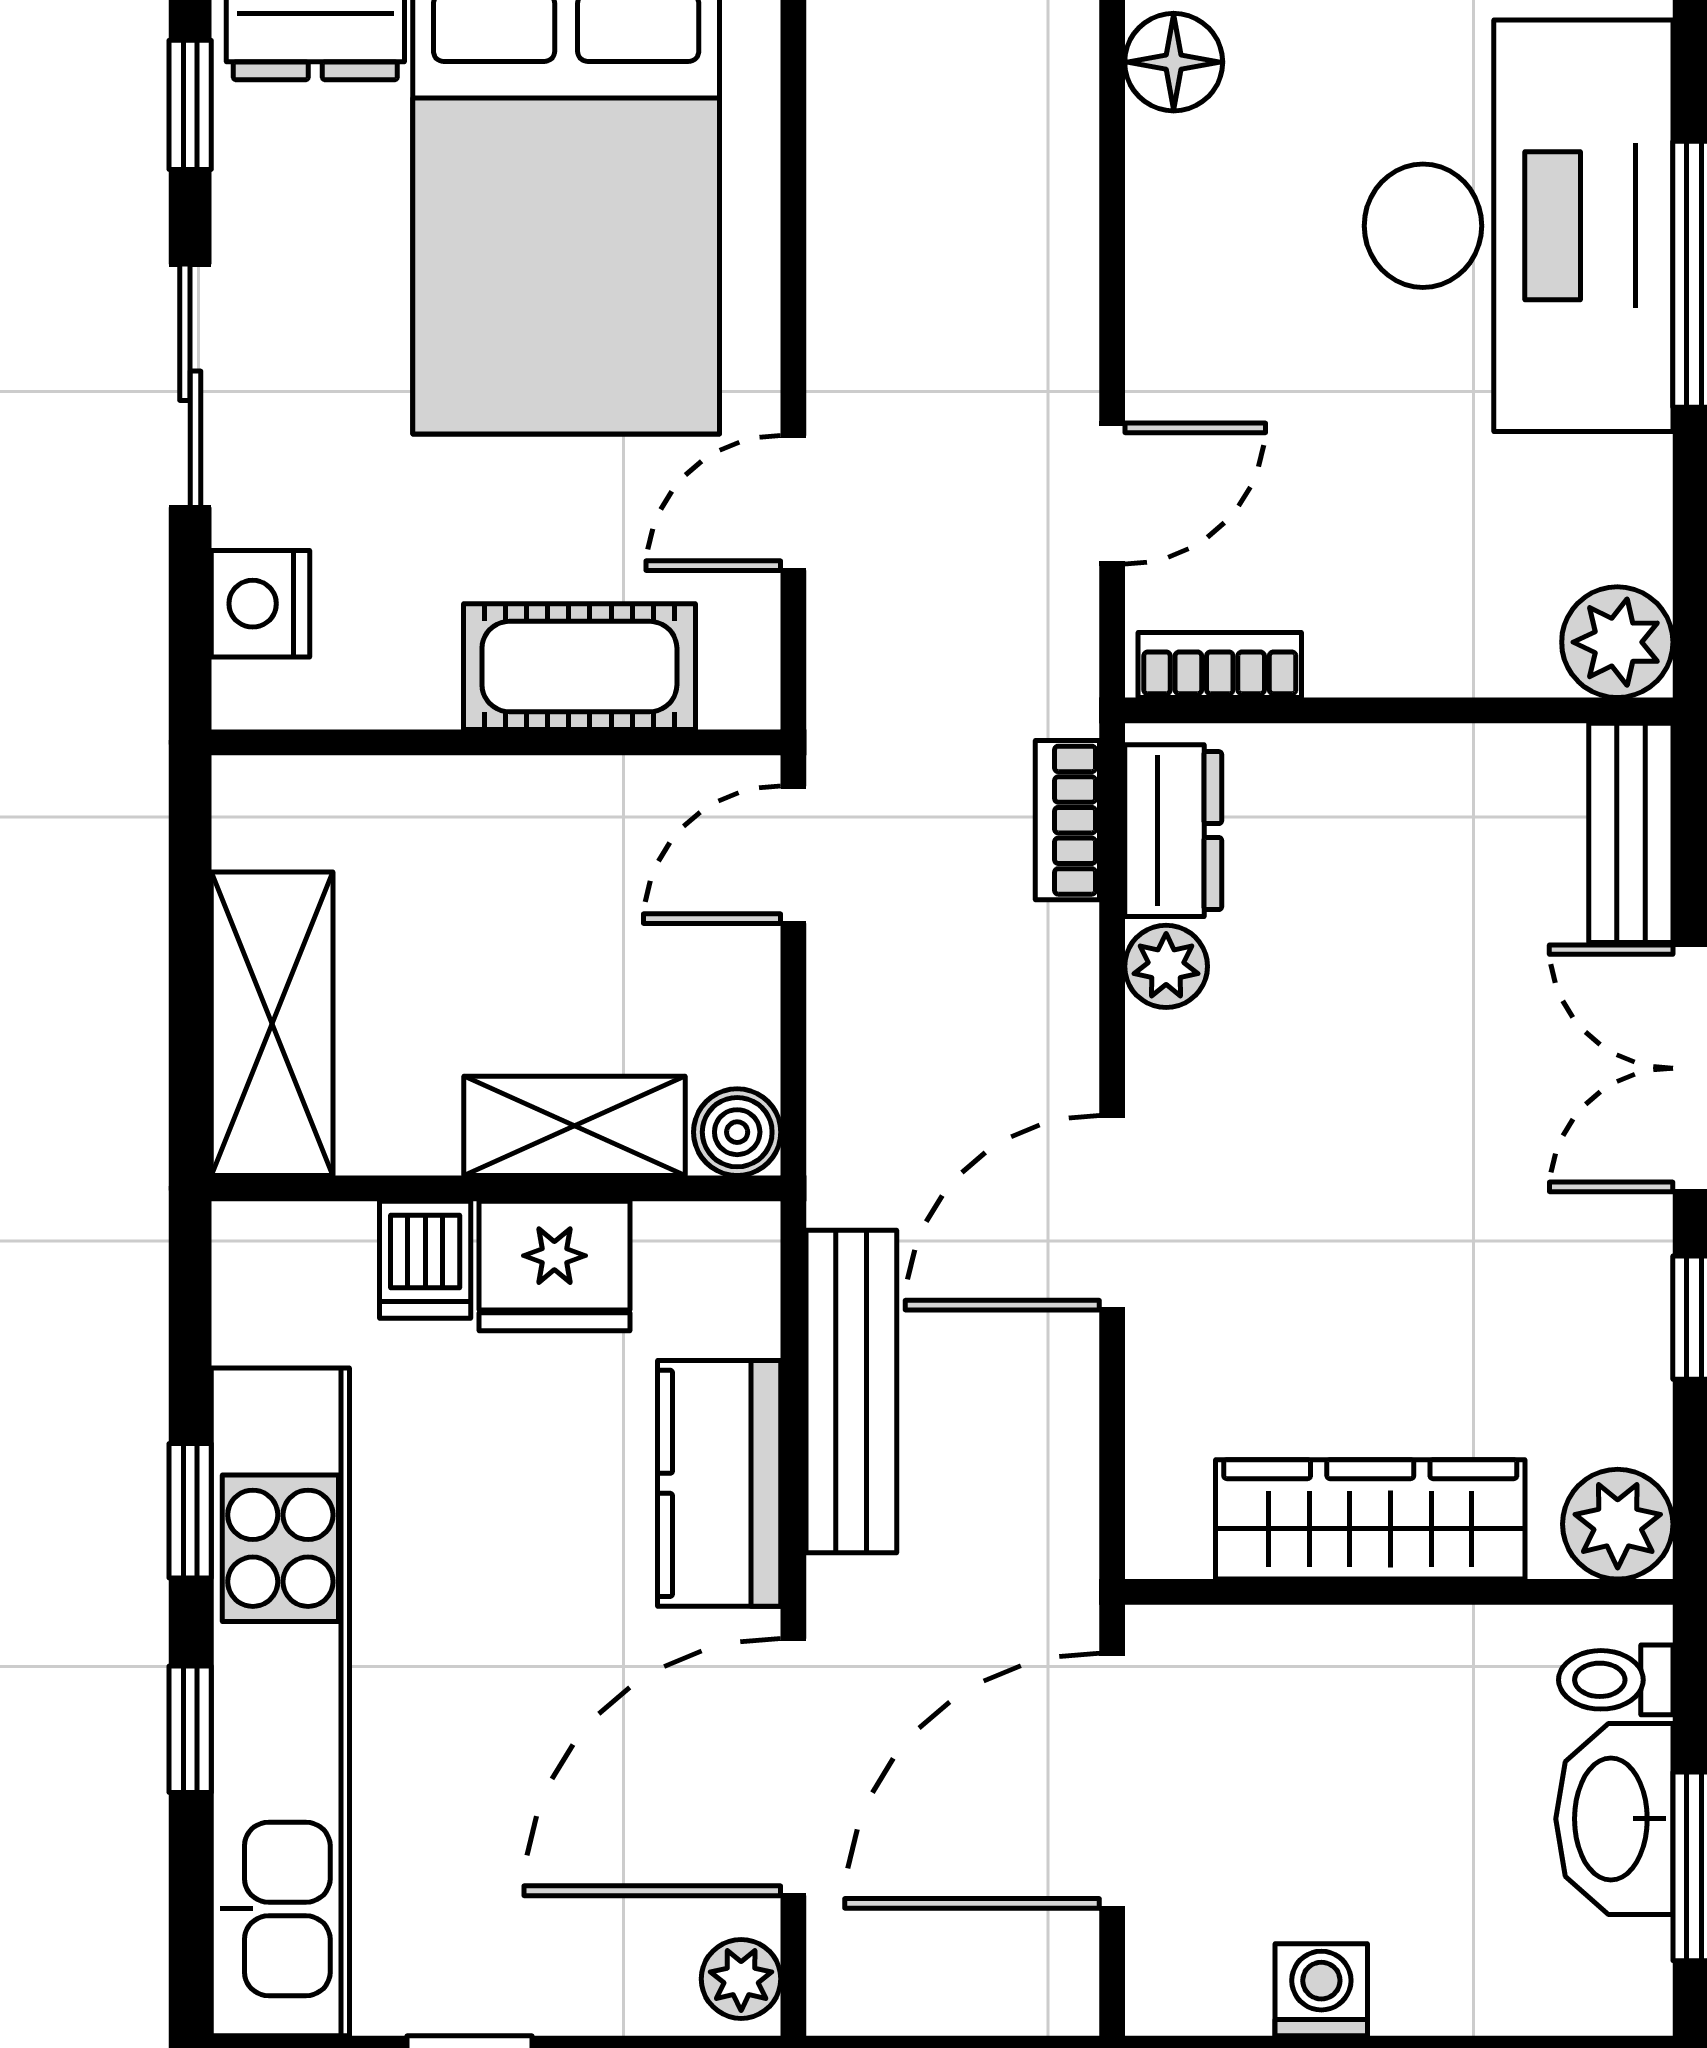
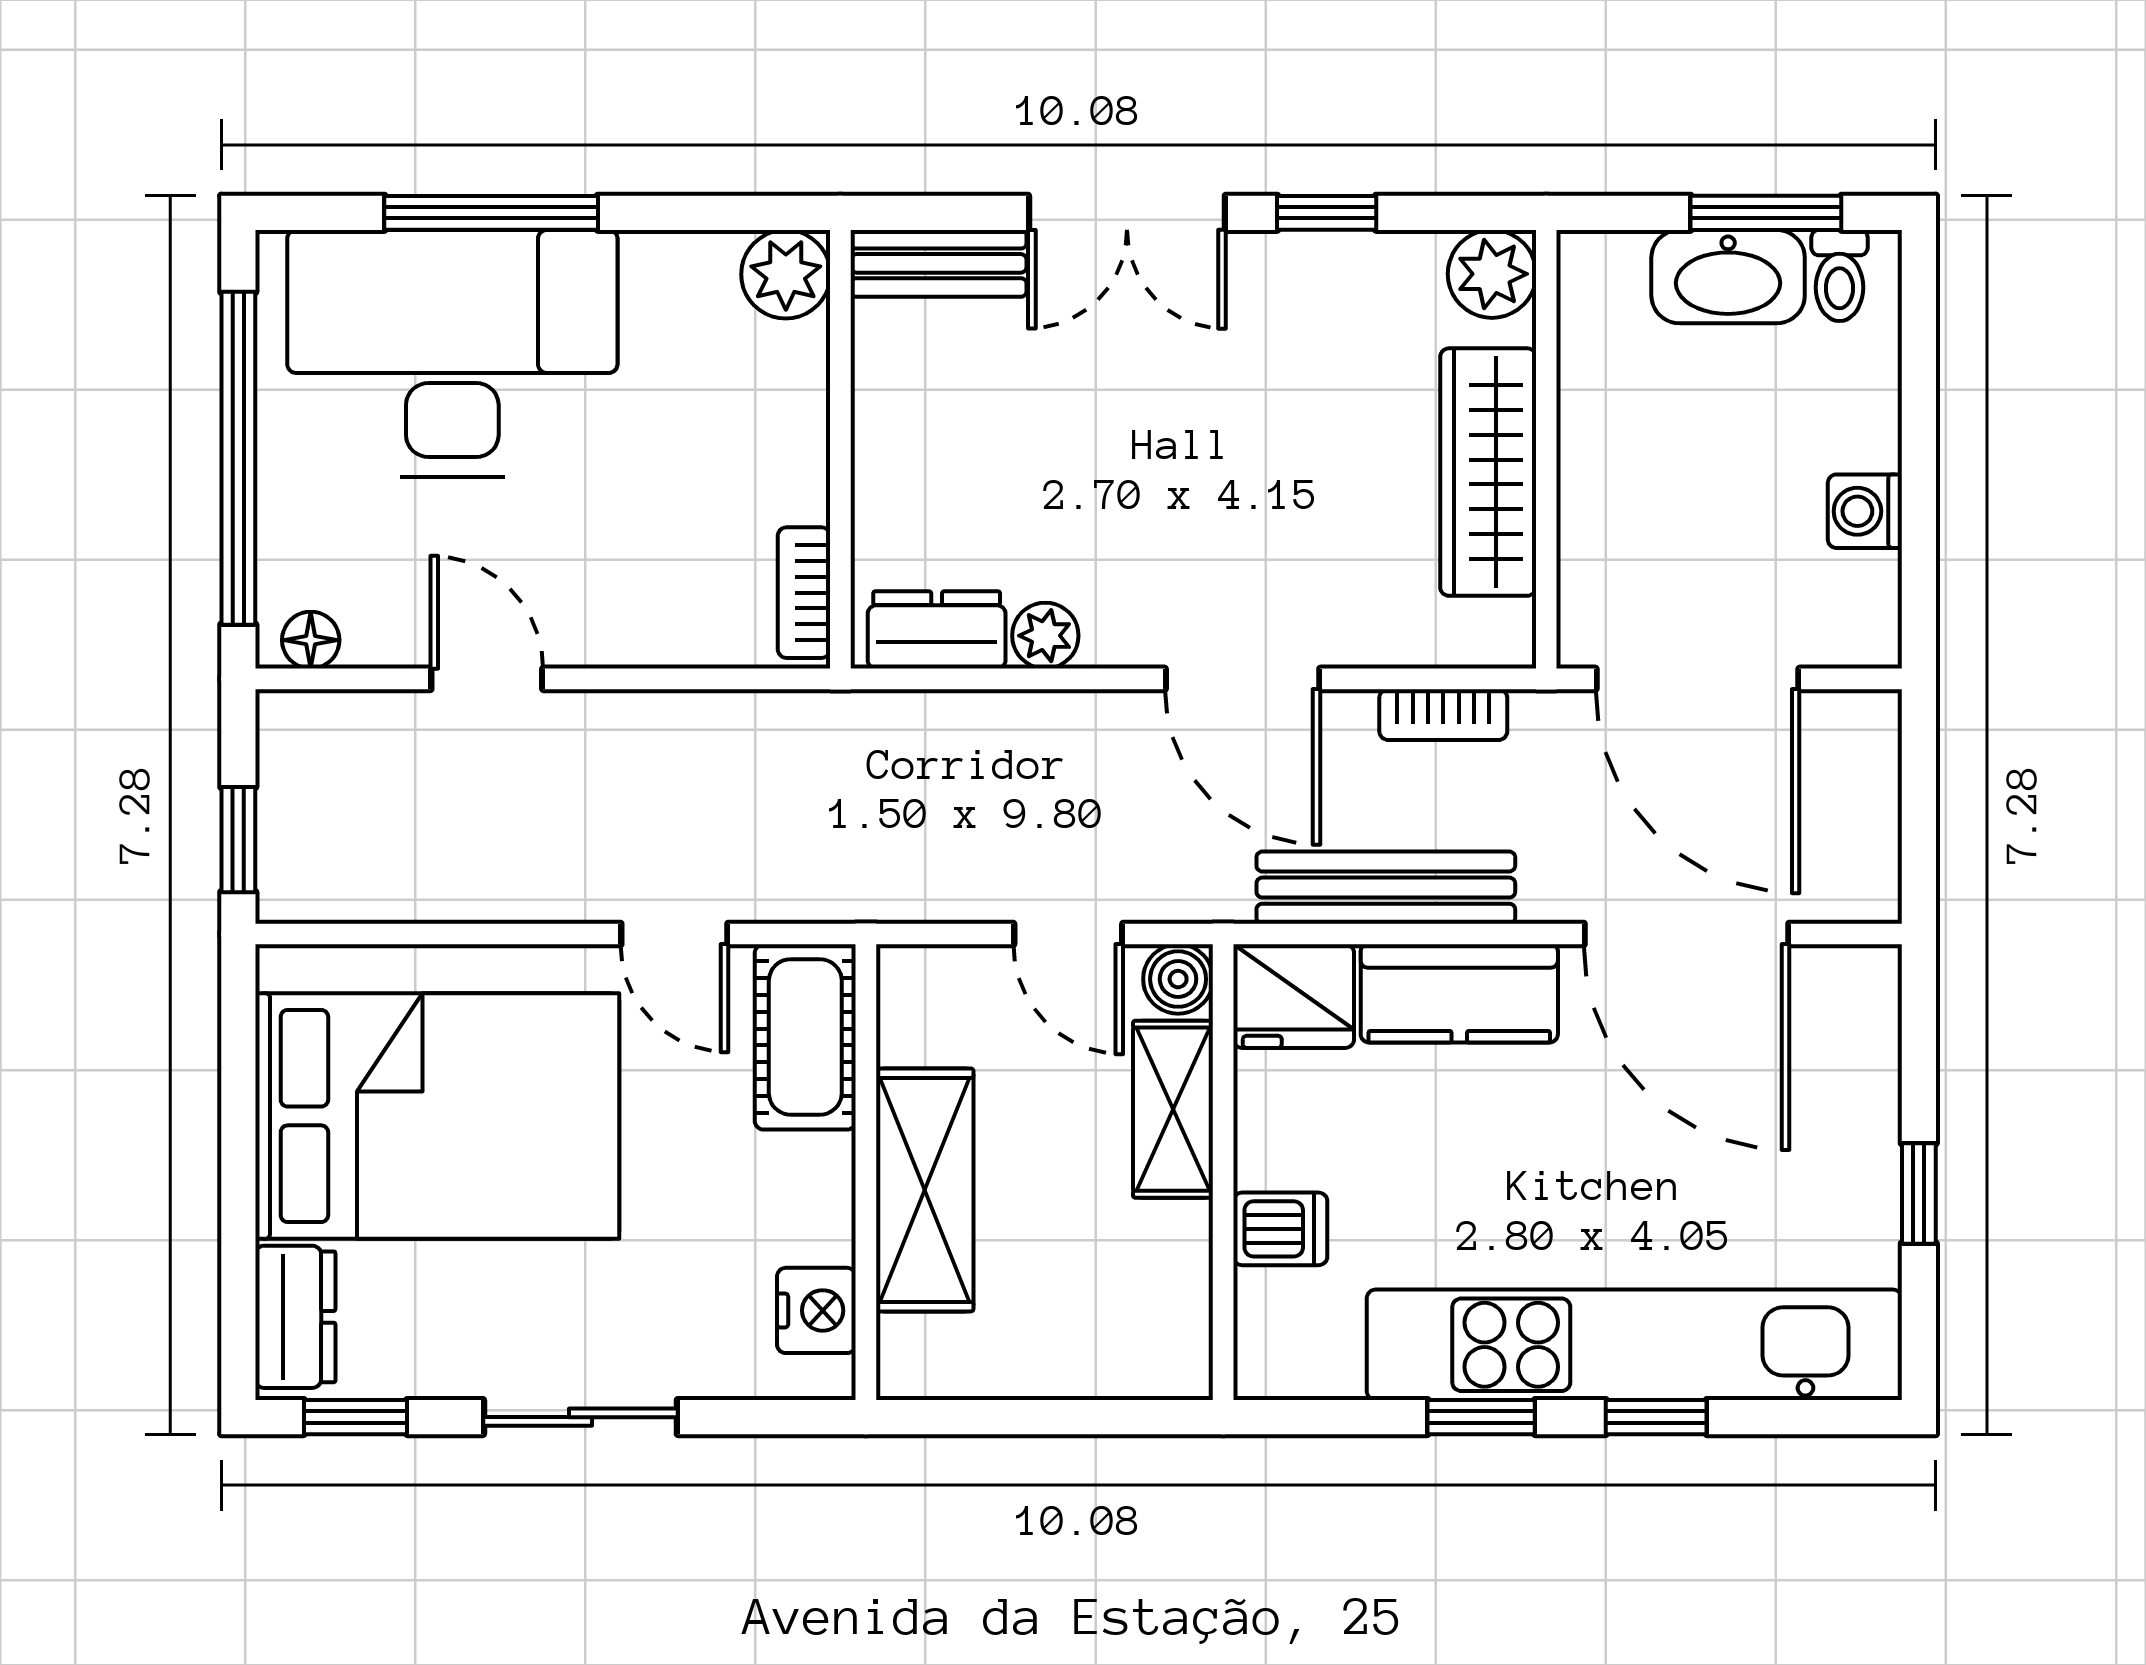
floor lamp: (1174, 62) -> (311, 640), width x0.73, depth x0.73
door: (1112, 494) -> (487, 679), moved
nightstand: (260, 604) -> (816, 1310), moved, turned -90
cot: (579, 667) -> (805, 1037), moved
bookcase: (1067, 820) -> (1443, 715), moved
door: (793, 855) -> (1068, 934), moved
shelving: (272, 1024) -> (925, 1190), moved, turned 90
fridge: (554, 1266) -> (1294, 996), moved, turned 90
toilet: (1616, 1680) -> (1839, 275), moved
plant: (741, 1979) -> (1856, 976), removed

